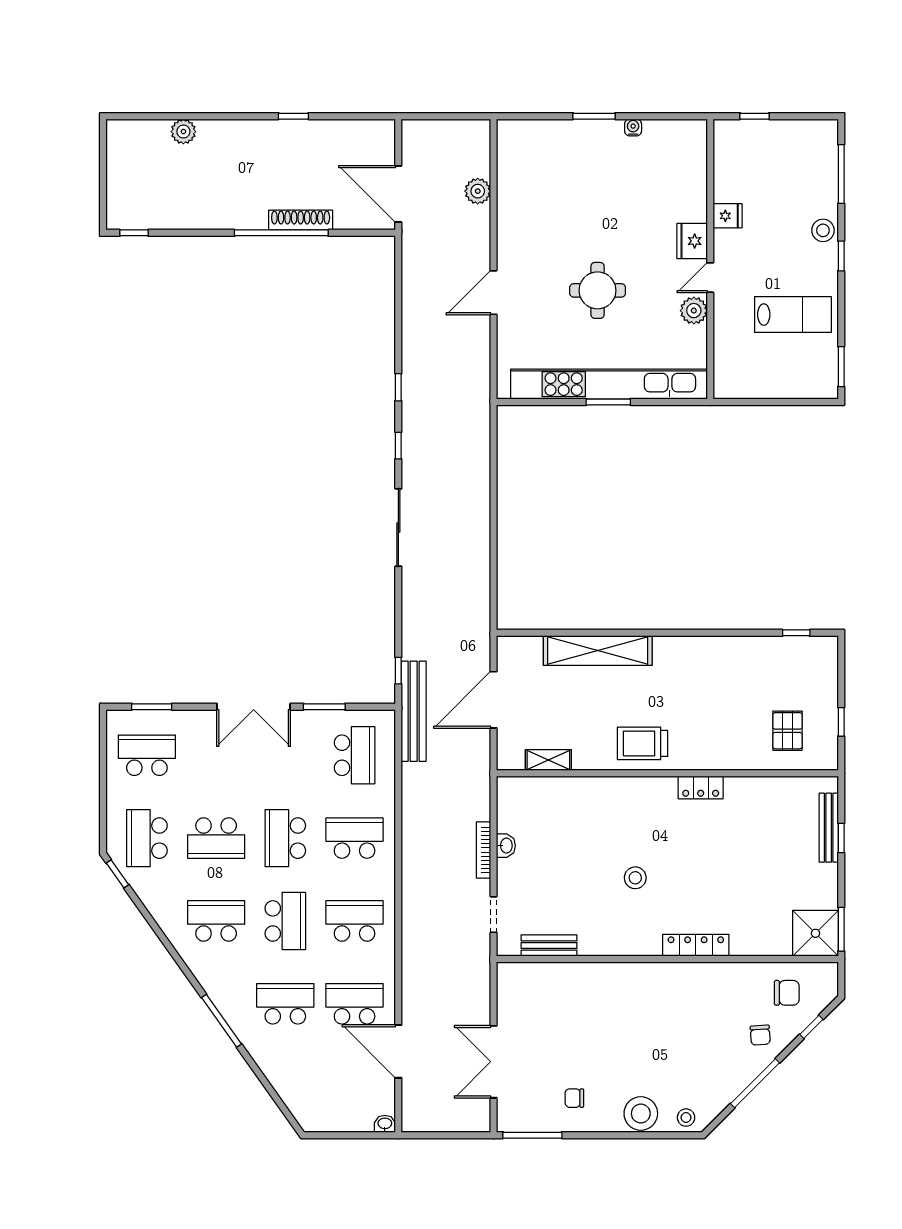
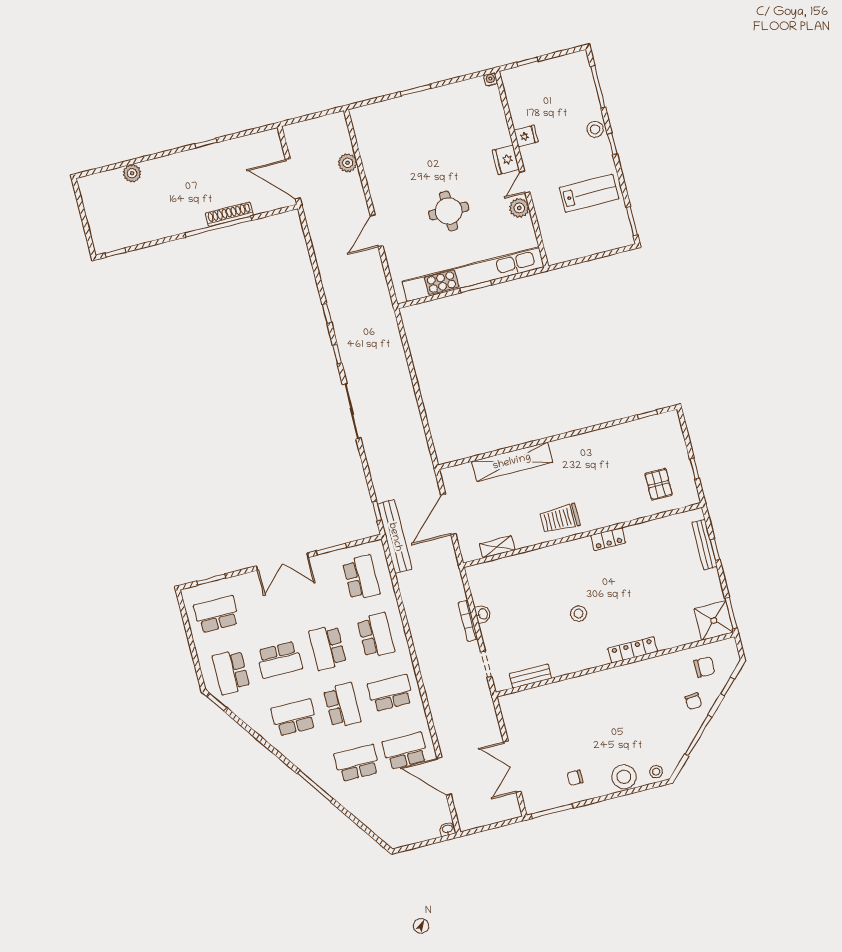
water cooler: (633, 127) -> (491, 79), moved
school desk: (355, 838) -> (376, 635), turned 90

